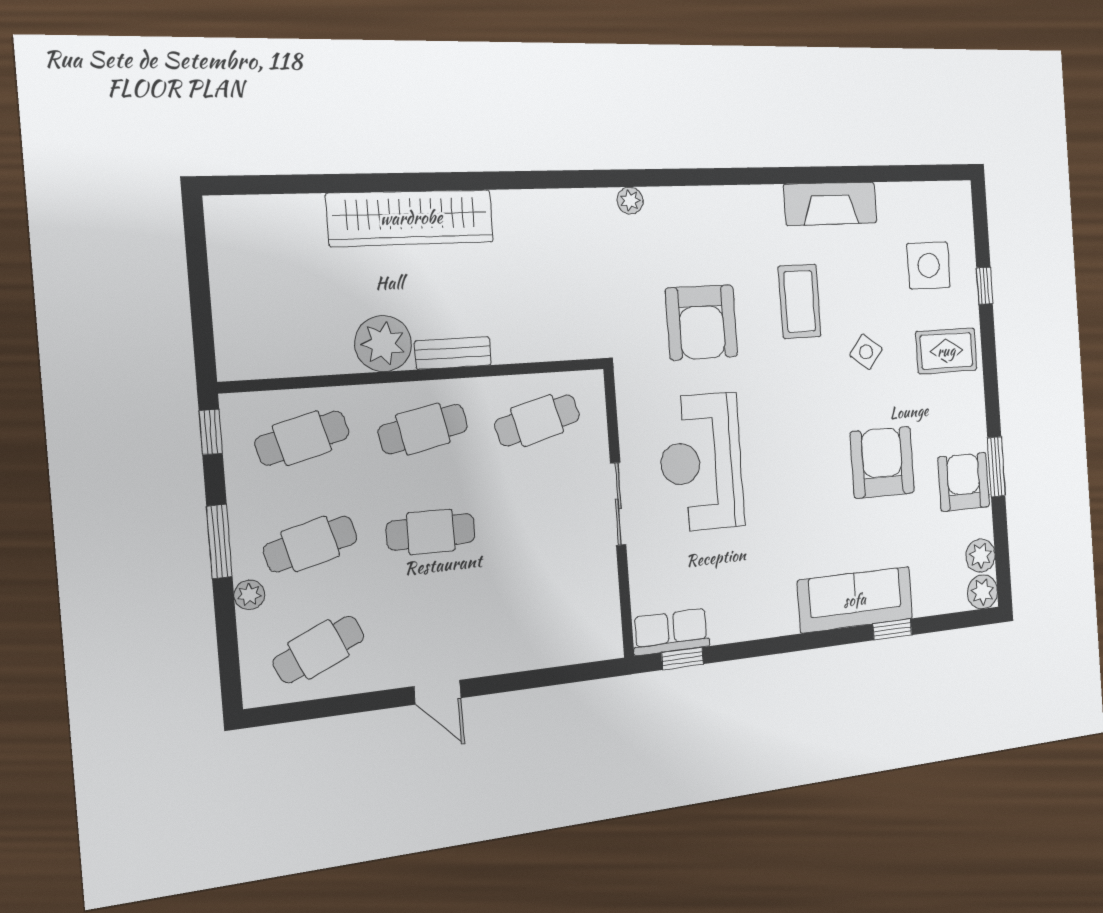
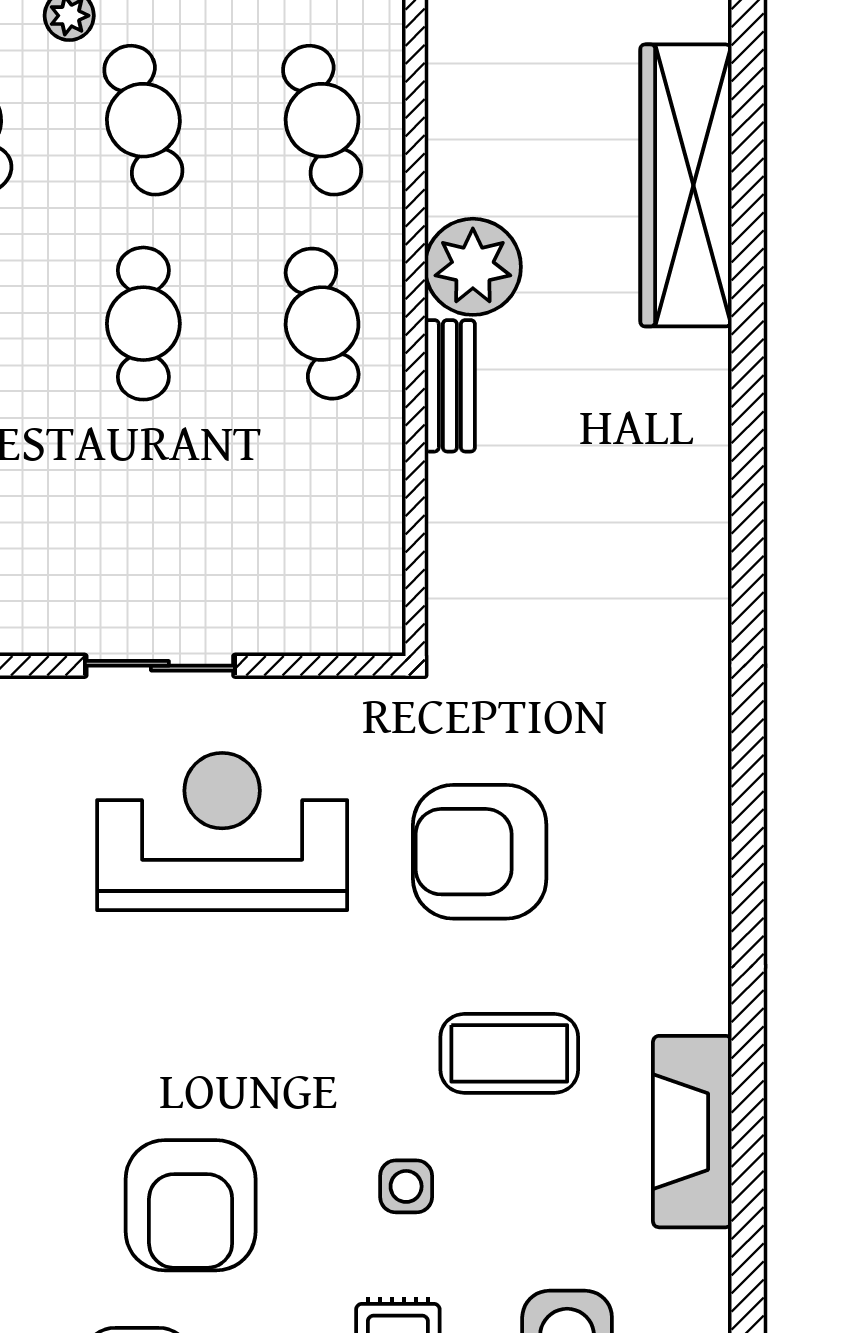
plant: (630, 201) -> (707, 730), removed
wardrobe: (411, 218) -> (686, 185), moved
side table: (866, 352) -> (406, 1186), turned -37
cafe table: (537, 420) -> (322, 527), removed
armchair: (882, 462) -> (191, 1205), turned 90

